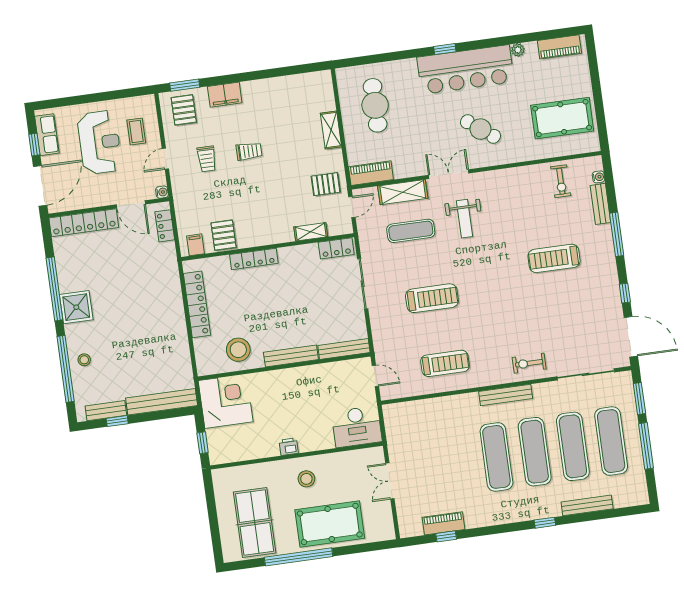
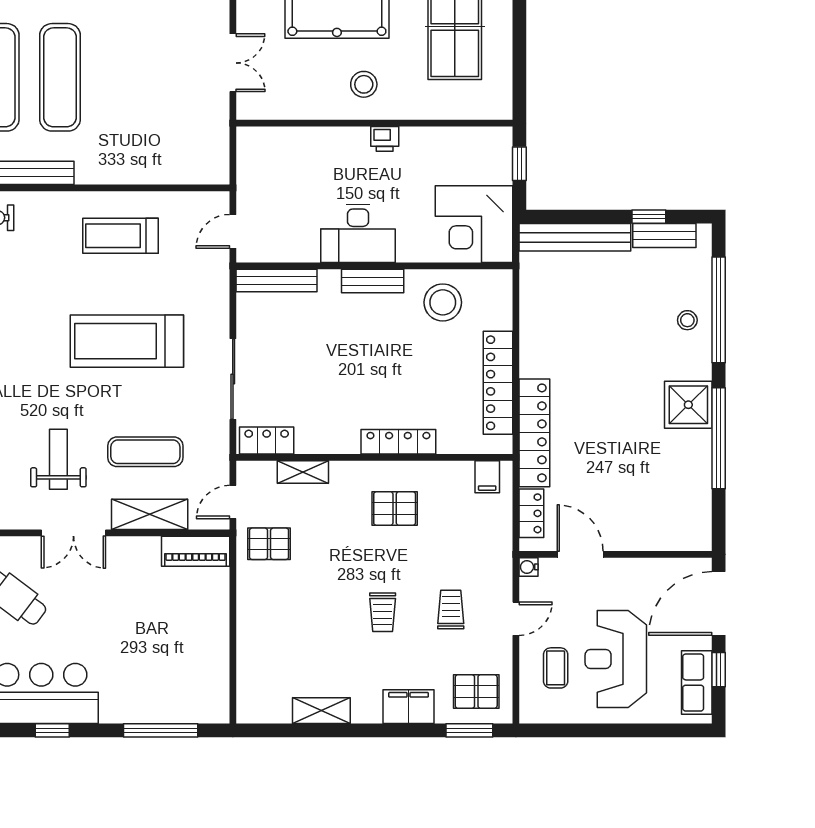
window: (377, 58) -> (161, 730), added
cafe table: (375, 105) -> (174, 657), removed
pallet: (184, 110) -> (476, 692), turned 90
shelving: (331, 130) -> (321, 711), moved, turned 90
trolley: (249, 151) -> (383, 612), turned -90
locker: (84, 223) -> (534, 433), moved, turned 90
pallet: (224, 235) -> (395, 508), moved, turned 90
treadmill: (432, 298) -> (127, 341), width x1.37, depth x1.38
bench: (291, 356) -> (373, 281), width x0.73
door: (375, 376) -> (233, 231), hinge flipped
desk: (357, 427) -> (358, 234), moved, turned 180

